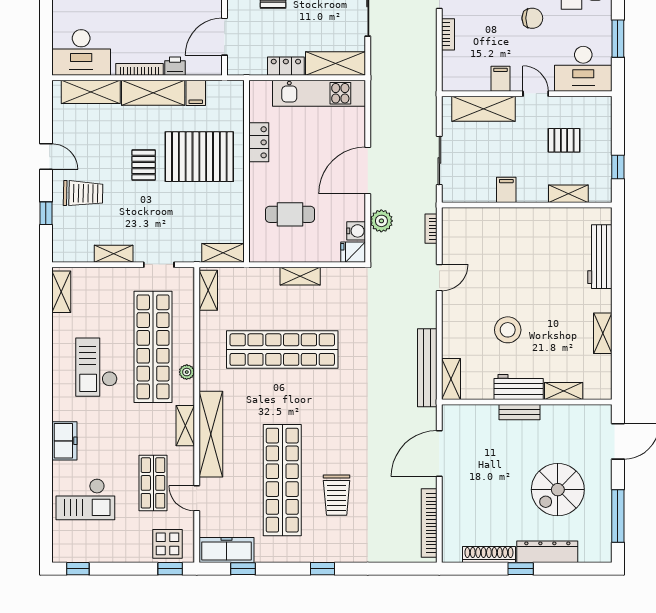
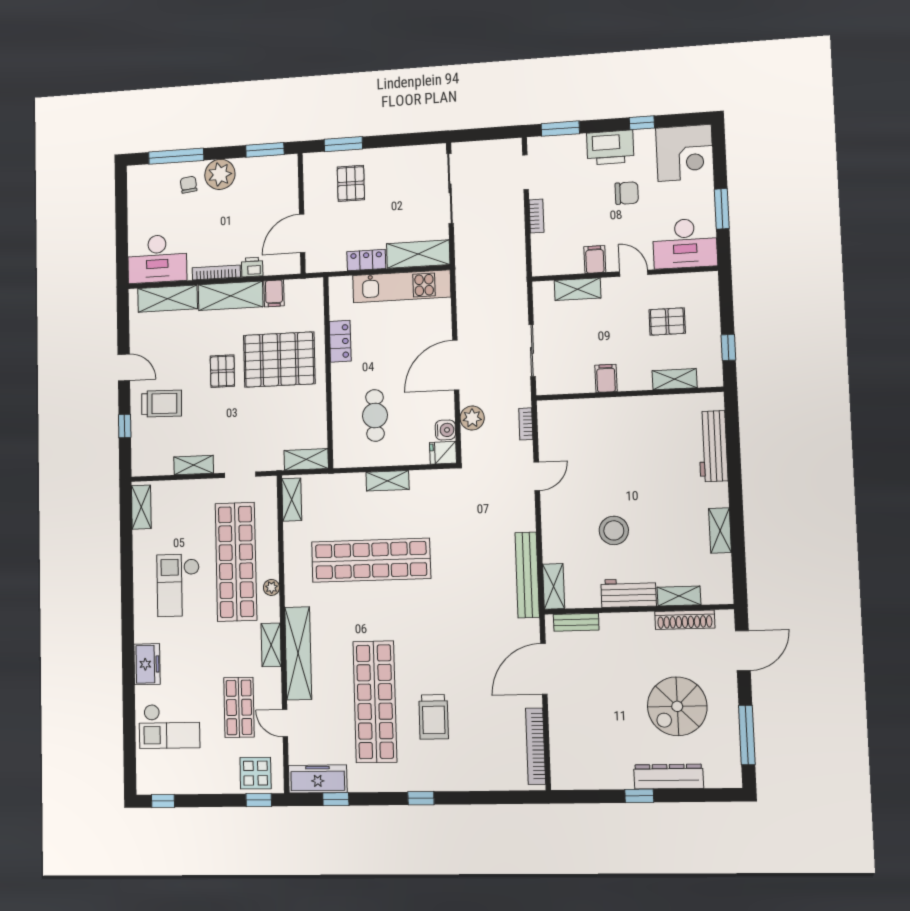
shelving: (484, 109) -> (578, 289), width x0.67, depth x0.75
cafe table: (290, 214) -> (375, 415), turned 90
bench: (520, 412) -> (576, 622), moved
shoe rack: (489, 554) -> (685, 620), moved, turned 180

